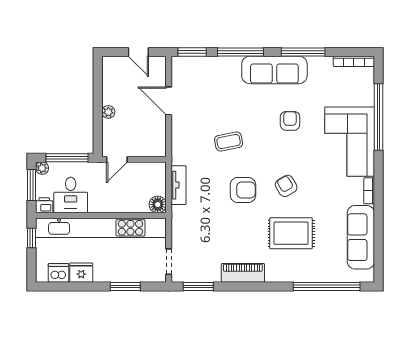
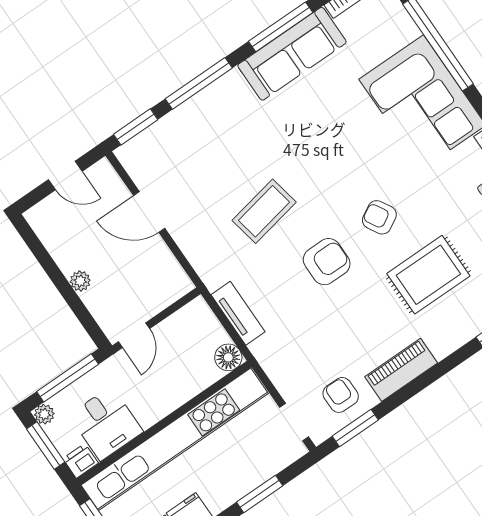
sofa: (274, 70) -> (292, 54), moved
armchair: (290, 121) -> (341, 395), moved
coffee table: (229, 141) -> (264, 211), width x1.36, depth x1.30

